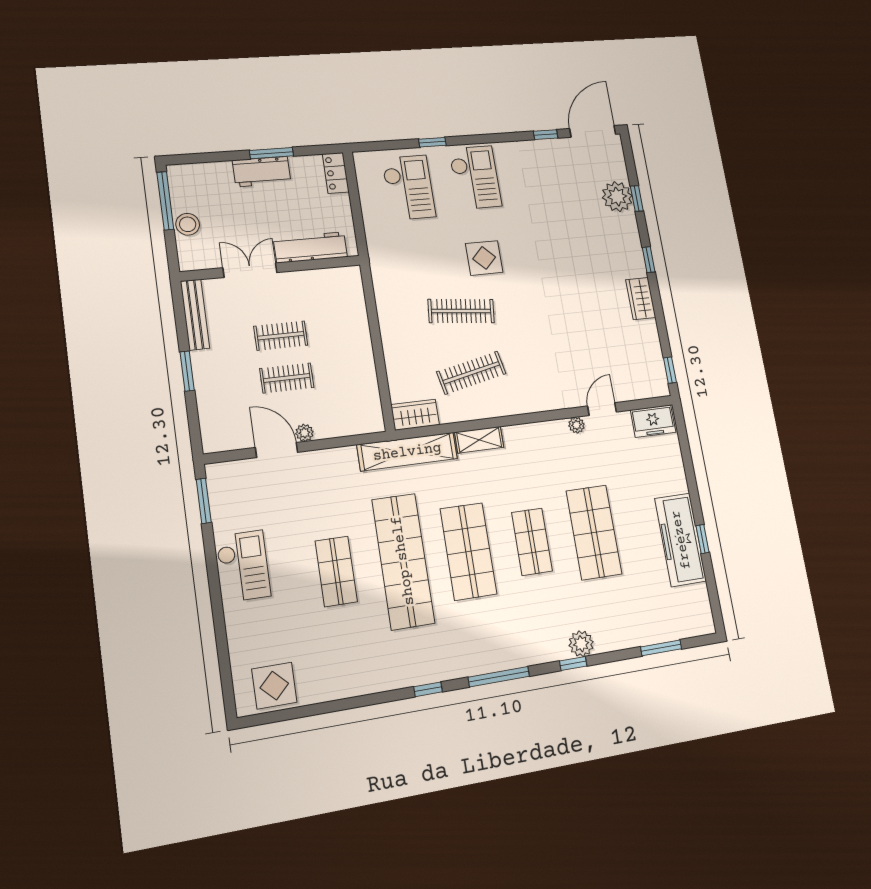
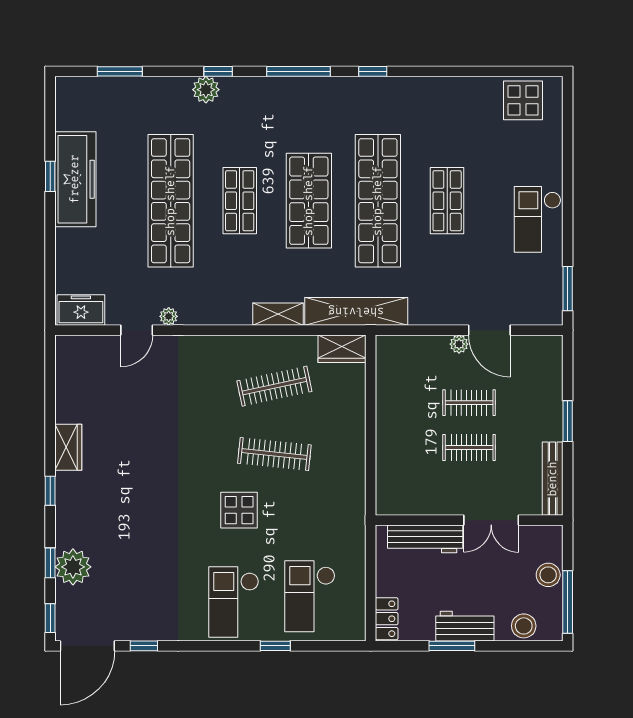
stool: (205, 176) -> (524, 626), added
window: (670, 370) -> (50, 618), moved
shop shelf: (594, 532) -> (171, 201), width x1.40

